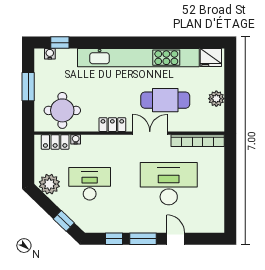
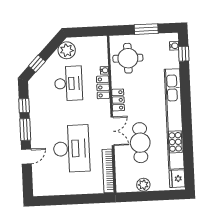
locker: (55, 142) -> (103, 87), moved

